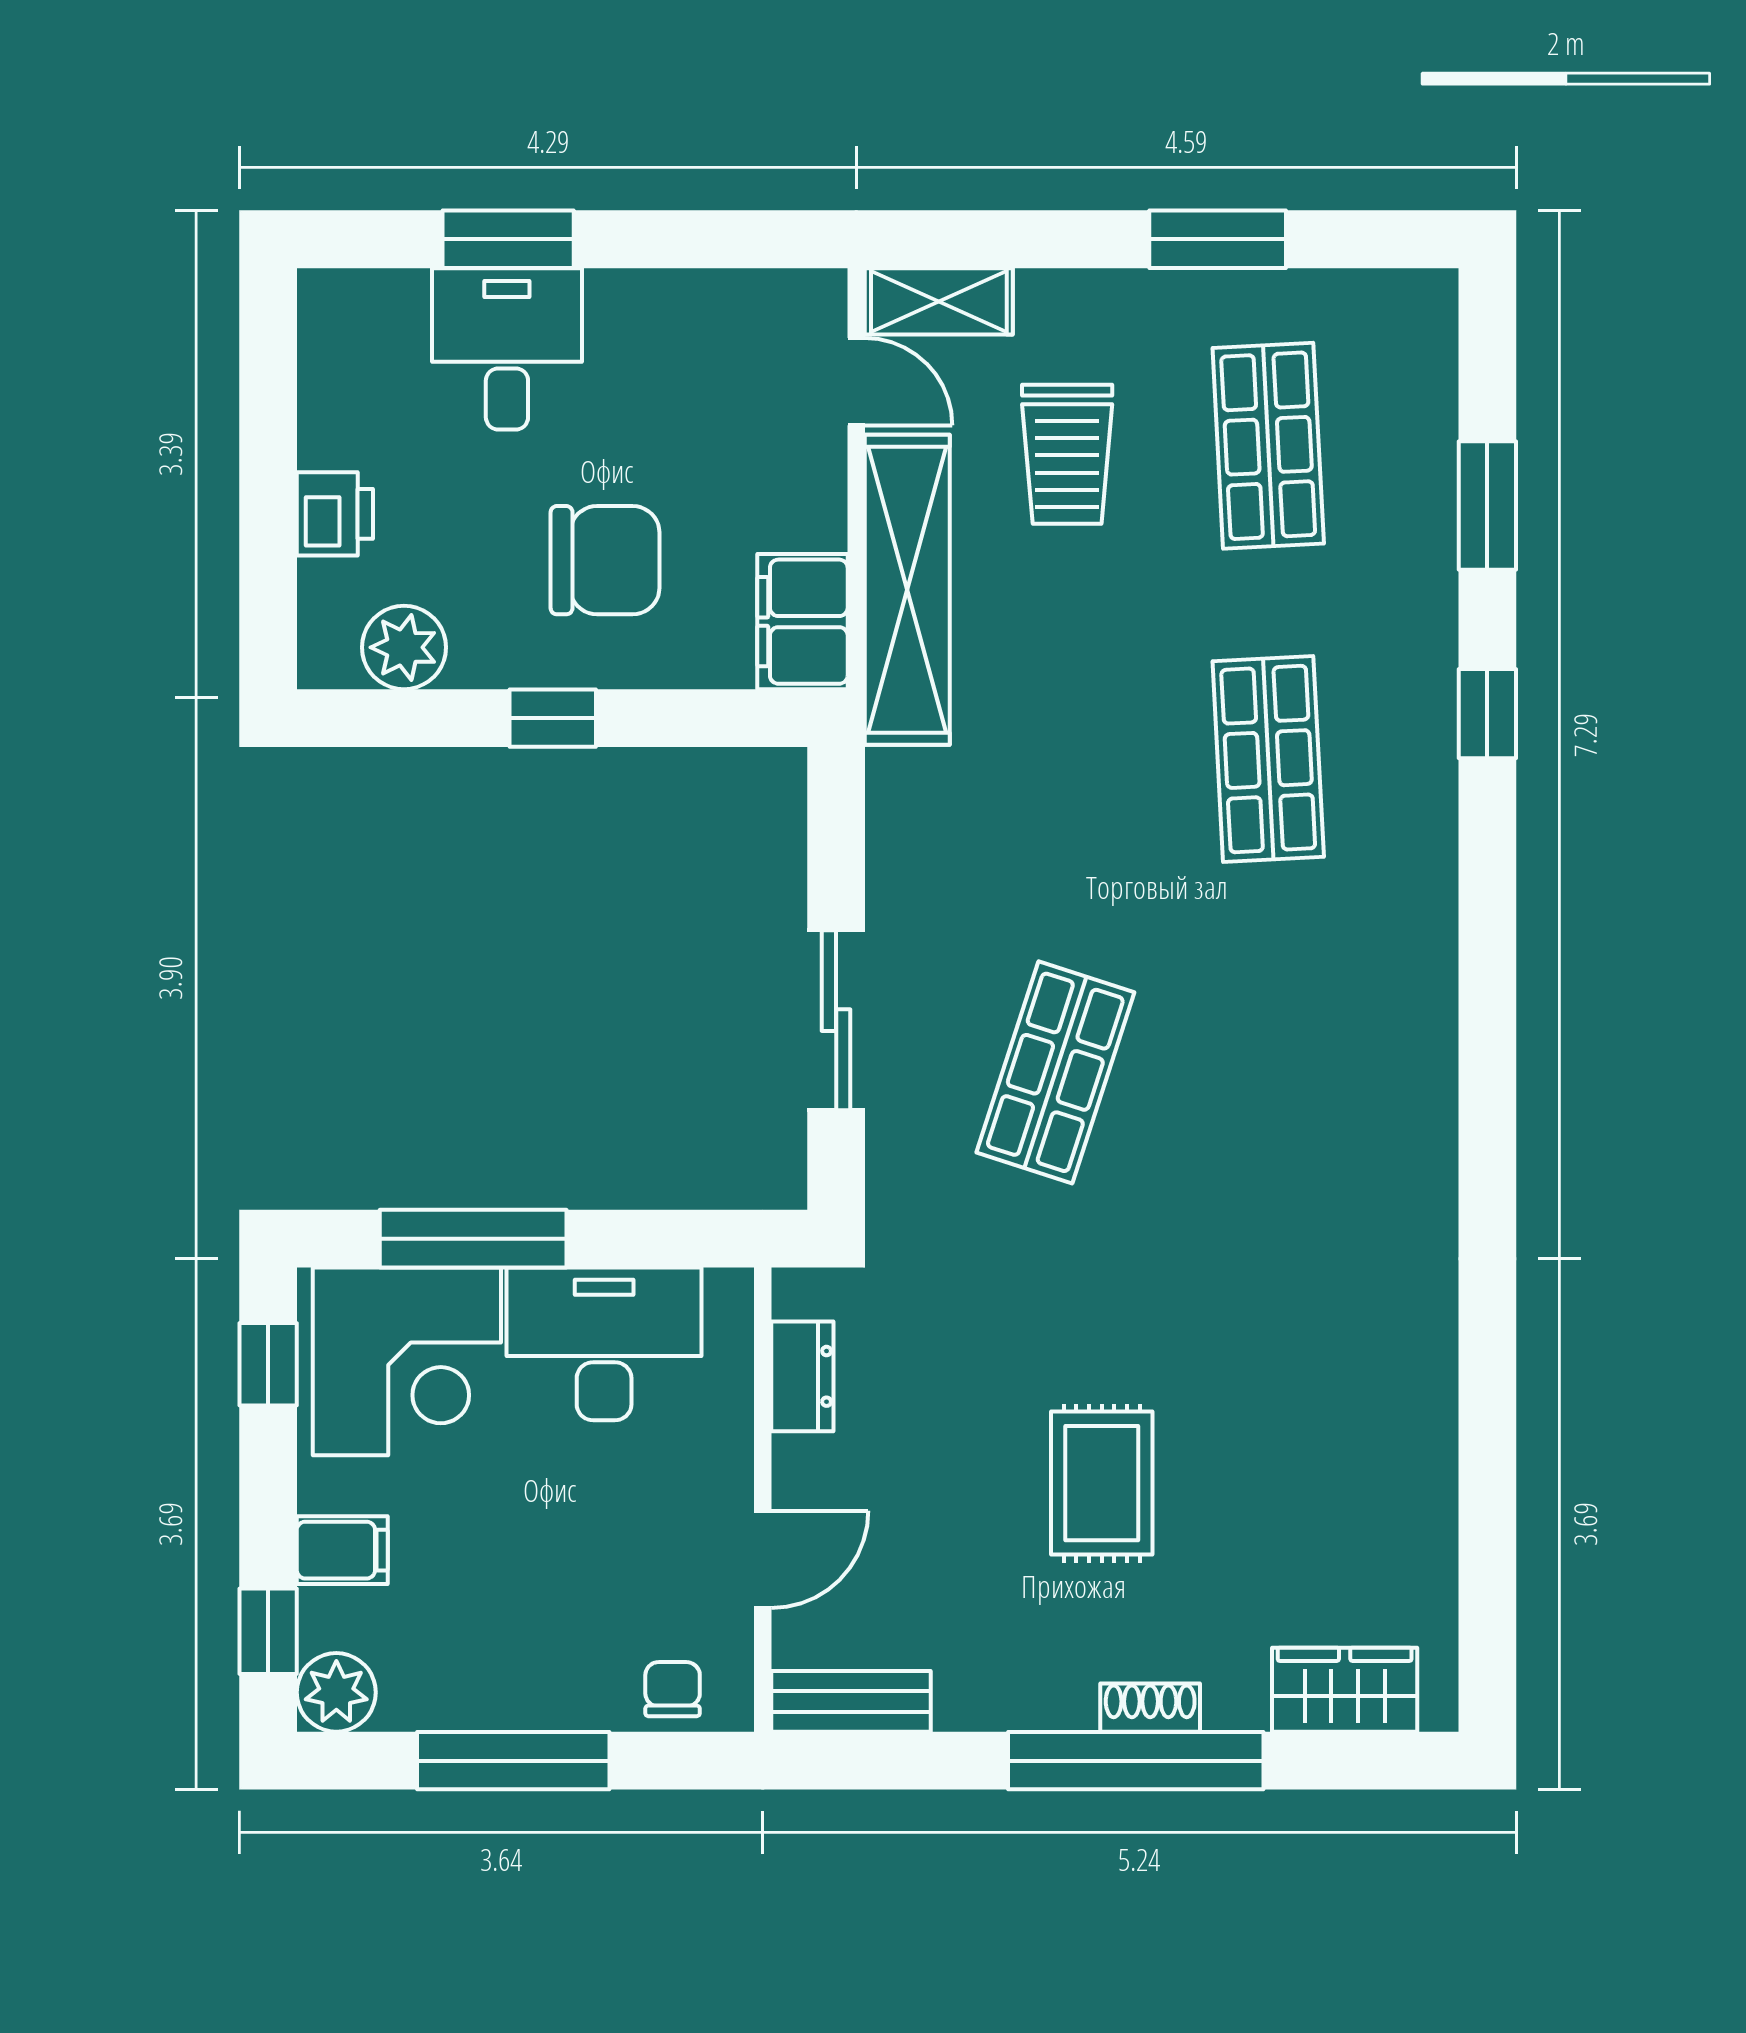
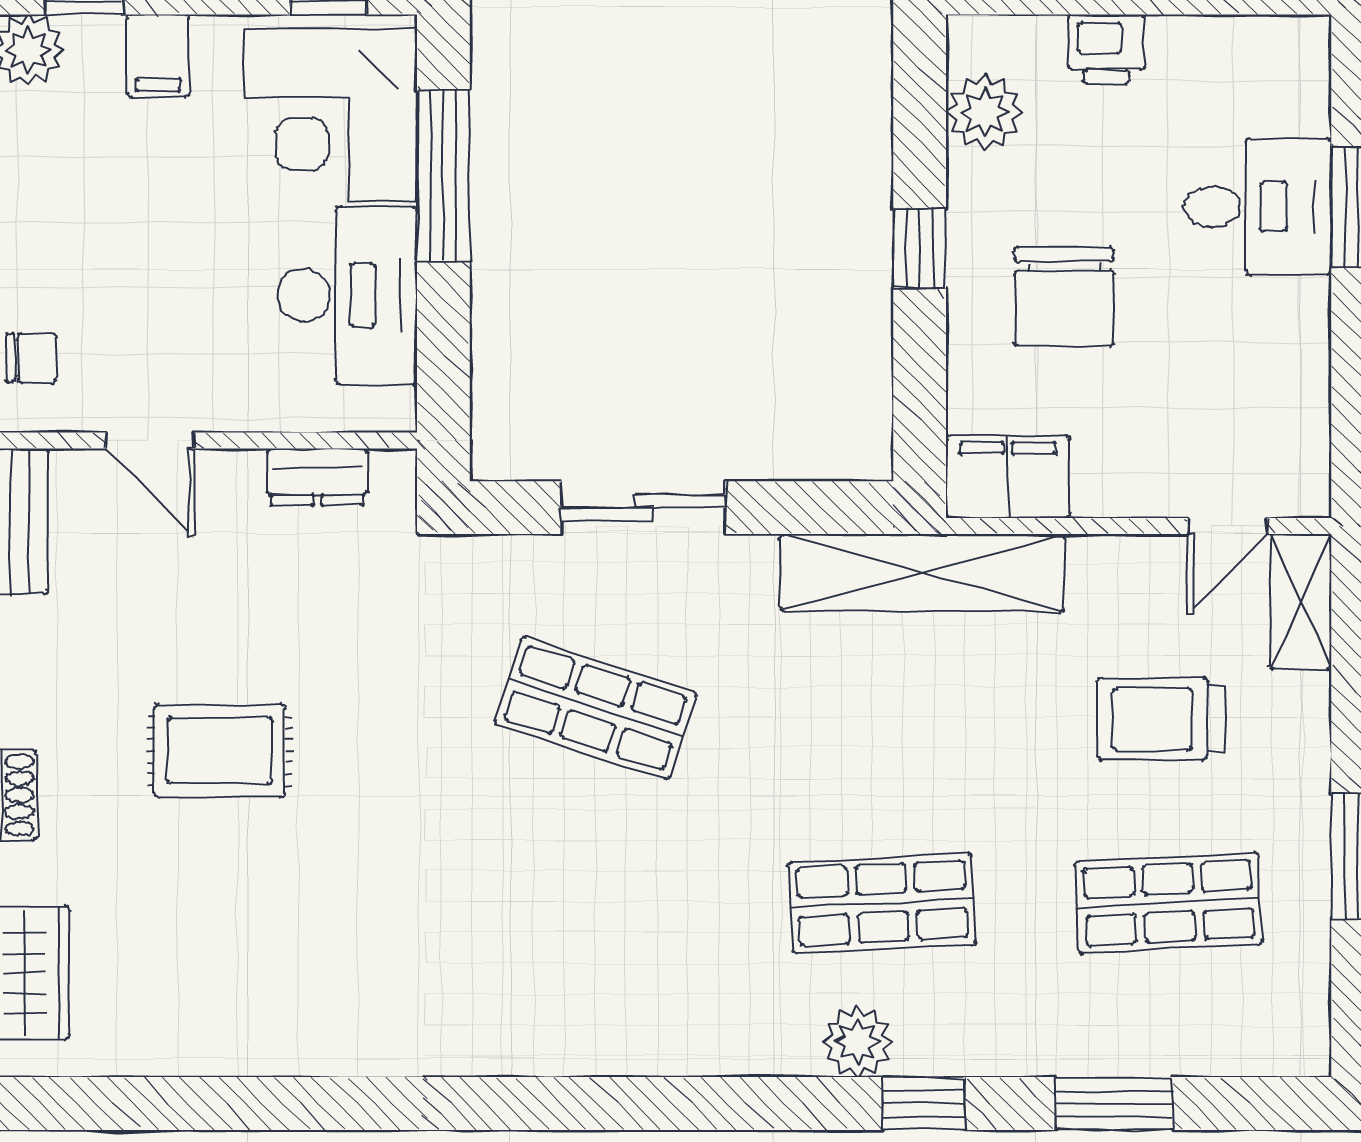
shelving: (907, 590) -> (922, 573), moved
plant: (1420, 786) -> (858, 1042), added

